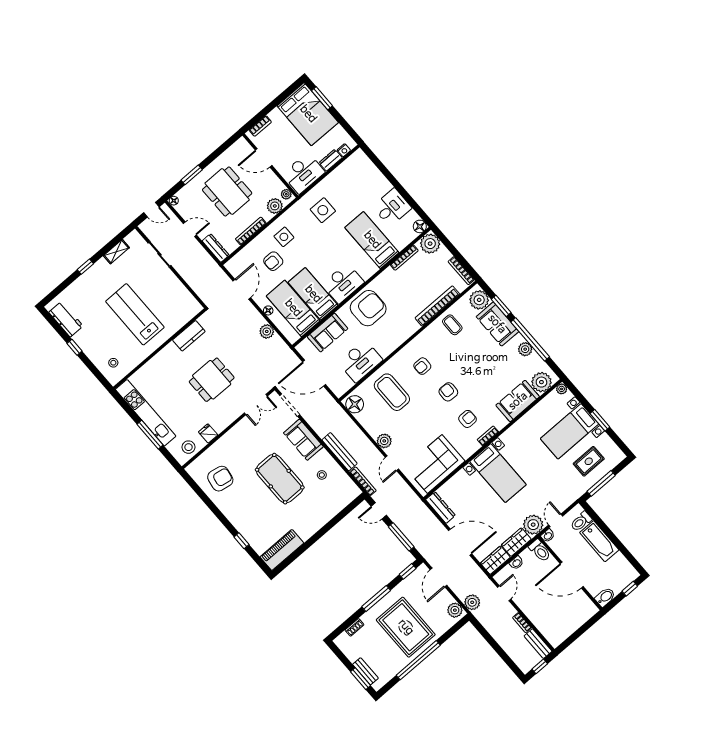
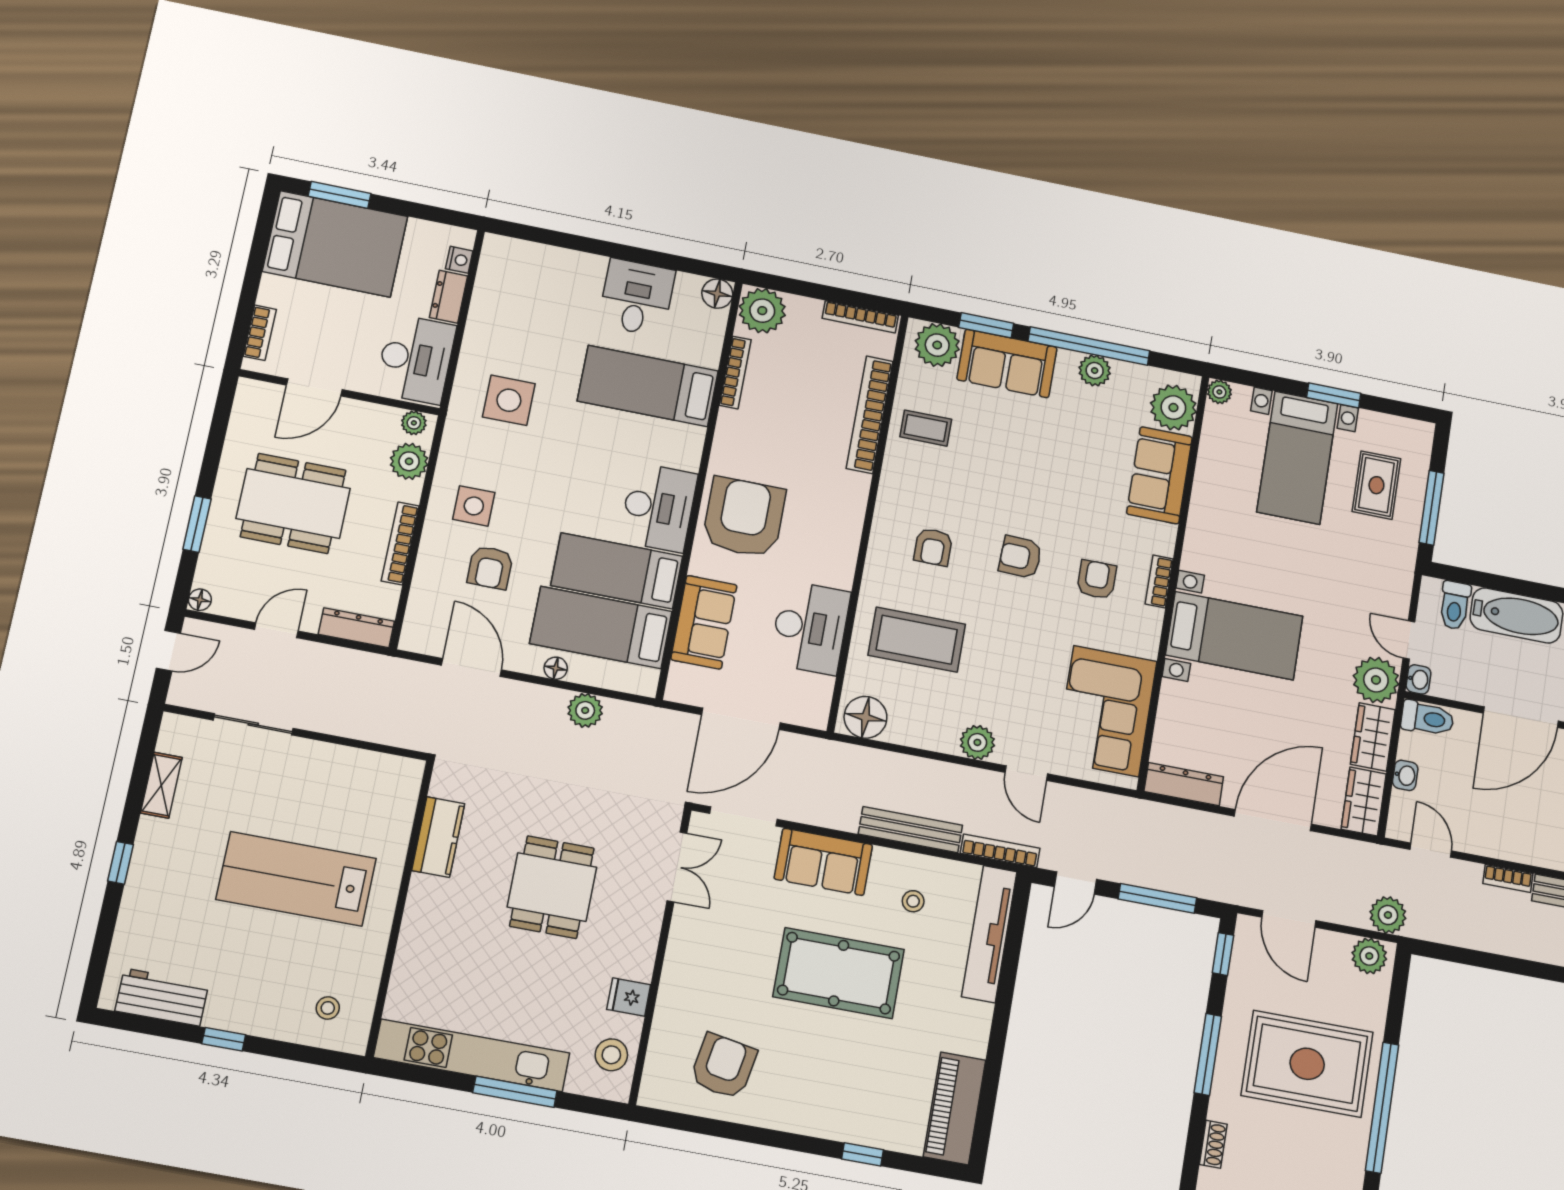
tv unit: (338, 505) -> (989, 934), added

